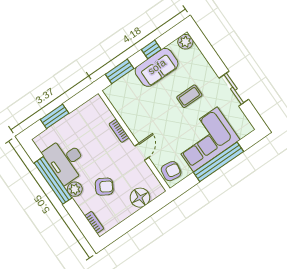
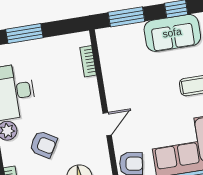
bookcase: (119, 131) -> (88, 61), moved

